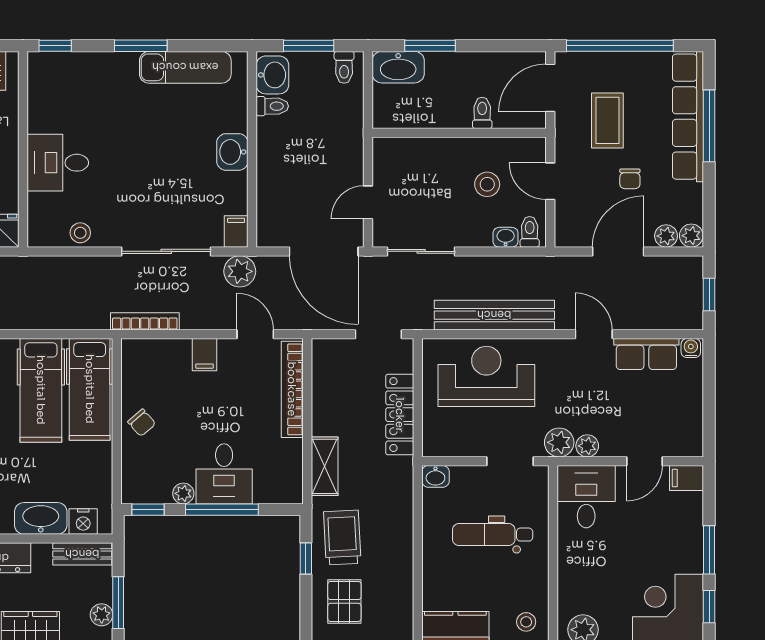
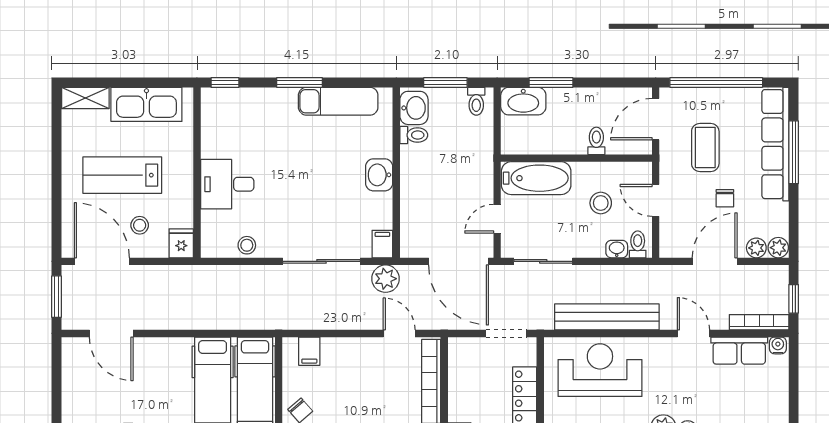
bathtub: (413, 156) -> (536, 178), added
bookcase: (145, 321) -> (759, 322), moved
filing cabinet: (205, 355) -> (309, 351), moved

